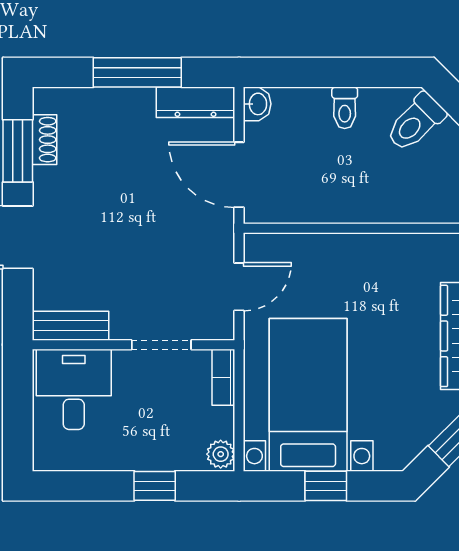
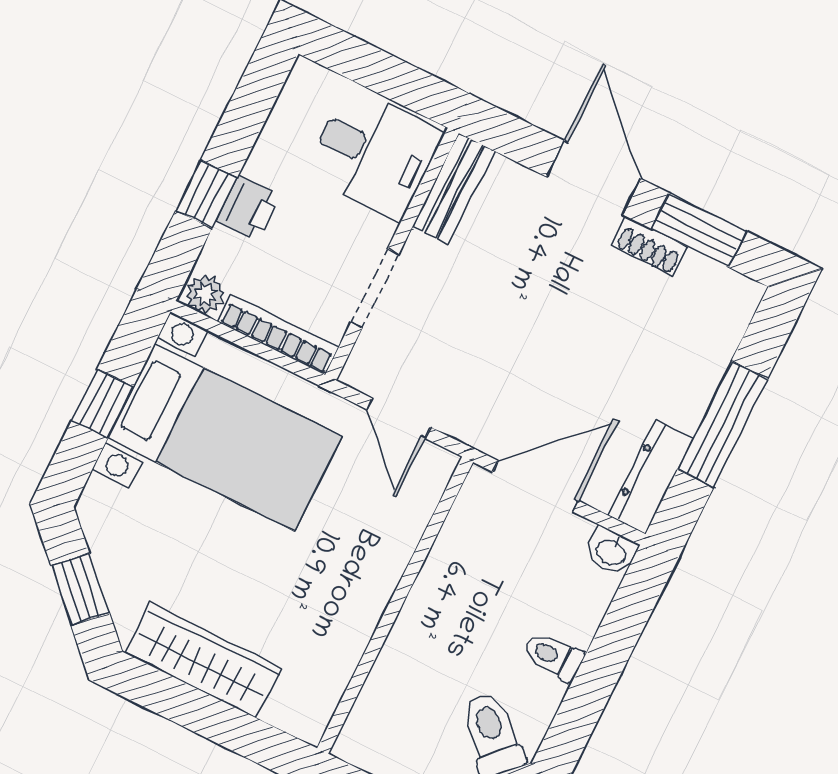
shoe rack: (44, 140) -> (650, 246), moved
bookcase: (223, 377) -> (278, 335), width x1.56
printer: (150, 454) -> (248, 208), added

